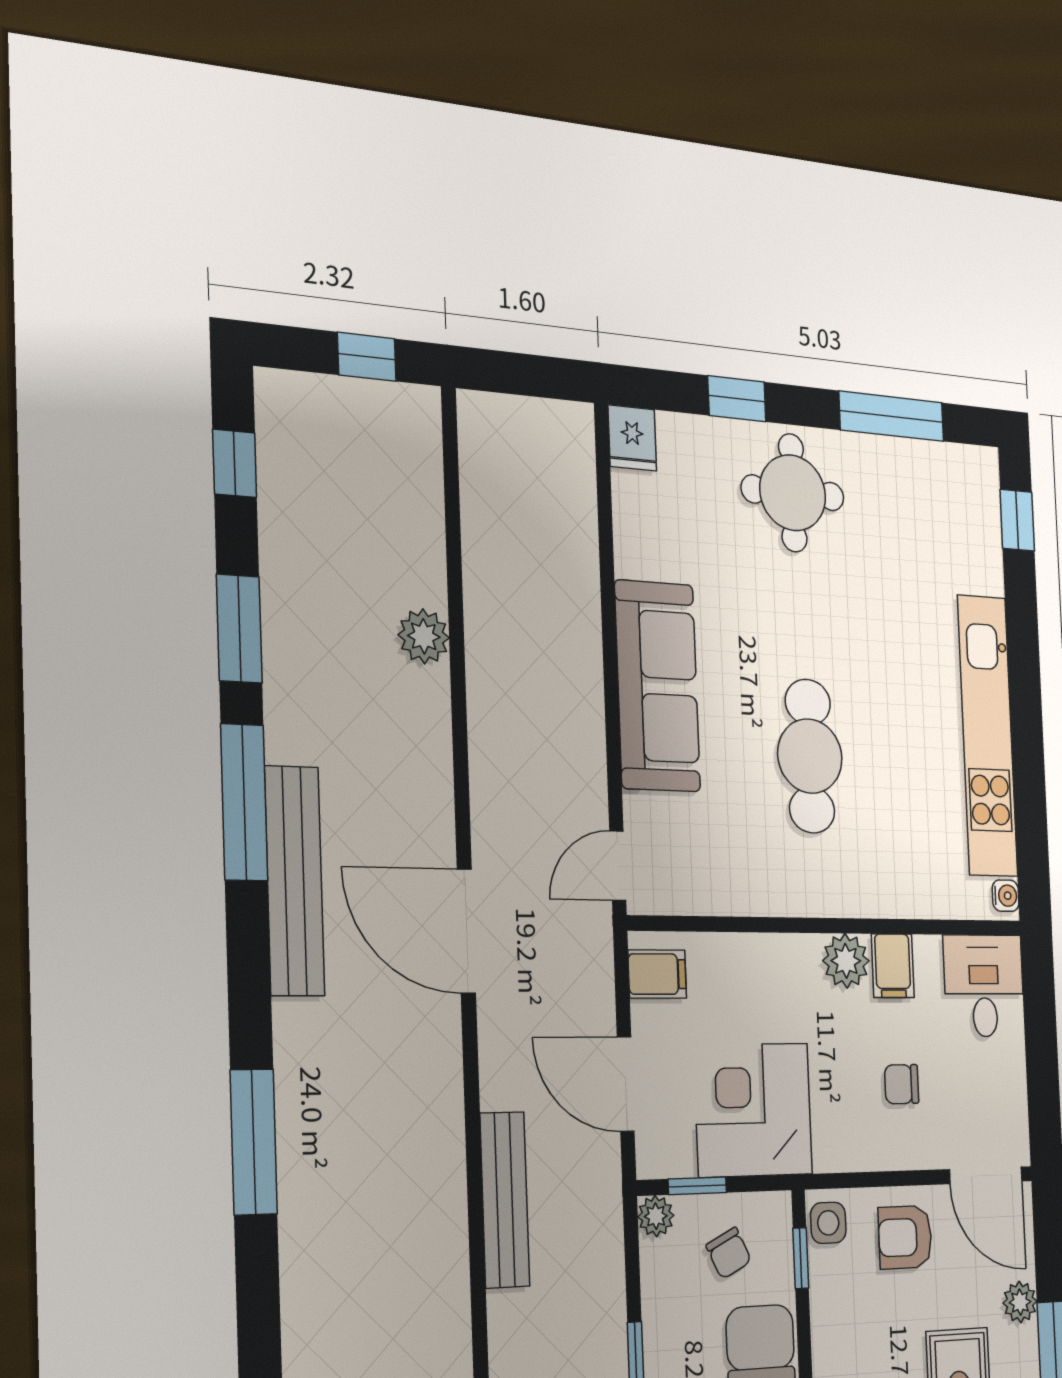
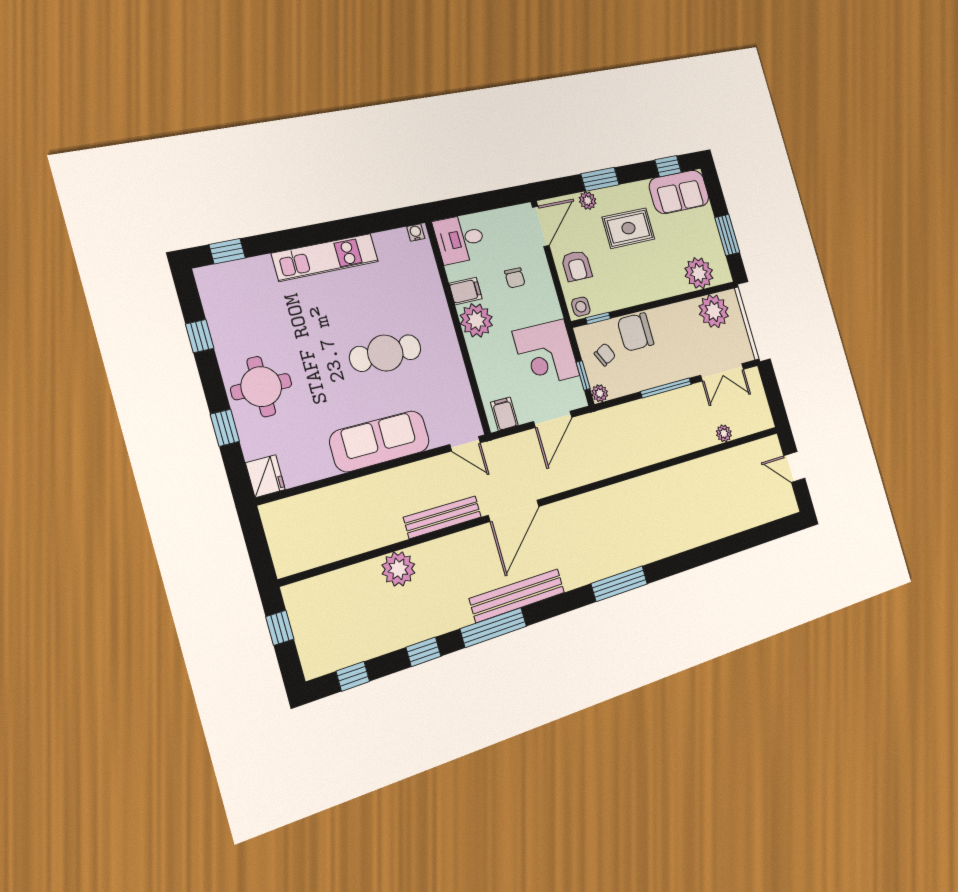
window: (892, 416) -> (200, 336), width x0.46
fridge: (632, 438) -> (265, 476), width x1.38
window: (239, 629) -> (423, 652), width x0.67
plant: (424, 636) -> (398, 569), width x1.36, depth x1.36
kitchen unit: (987, 736) -> (325, 257), width x0.73
plant: (846, 961) -> (476, 320), width x1.36, depth x1.36
bench: (505, 1200) -> (443, 517), moved

